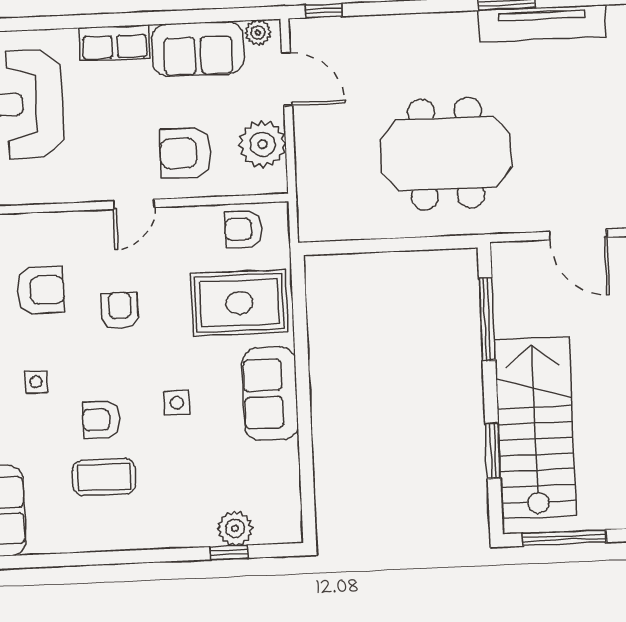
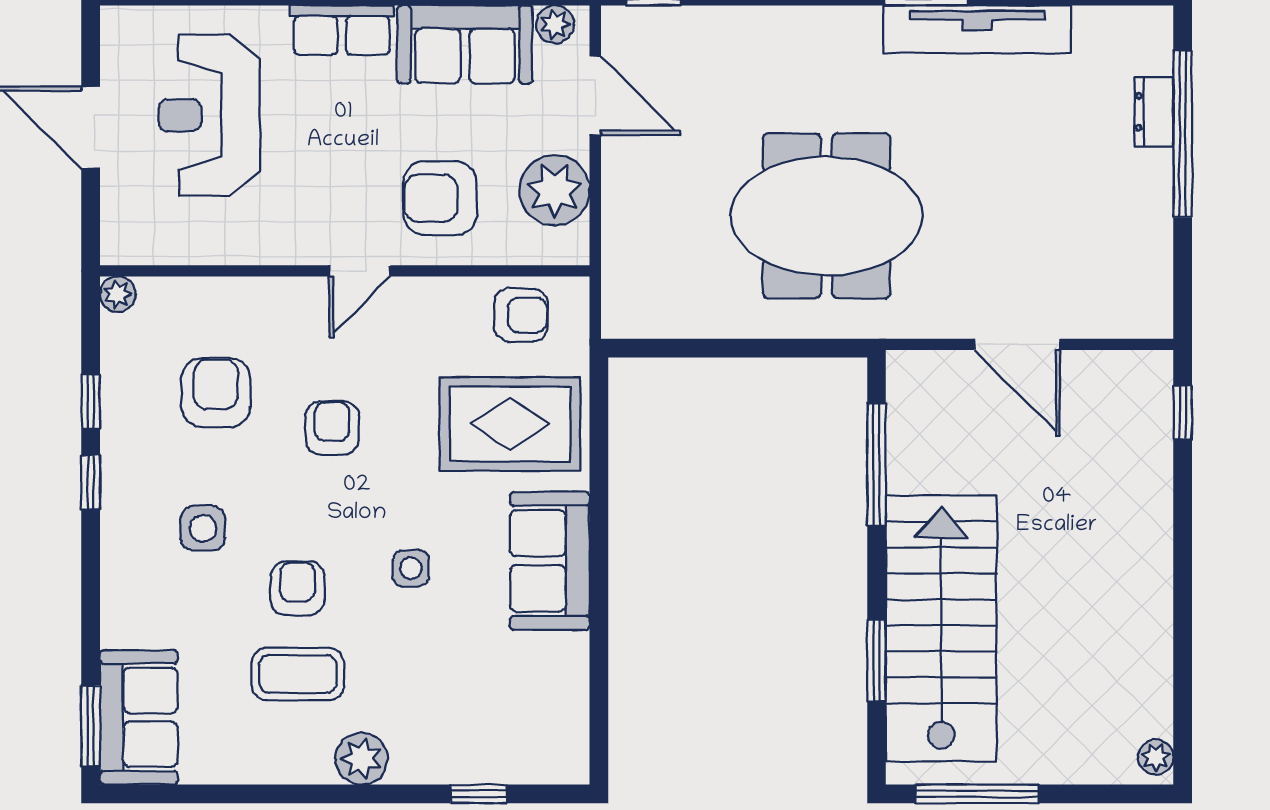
armchair: (243, 229) -> (521, 315), turned 180
armchair: (41, 290) -> (216, 393), turned -90
side table: (36, 382) -> (203, 528), width x1.37, depth x1.37
armchair: (101, 420) -> (297, 588), turned 90
plant: (235, 528) -> (362, 759), moved

